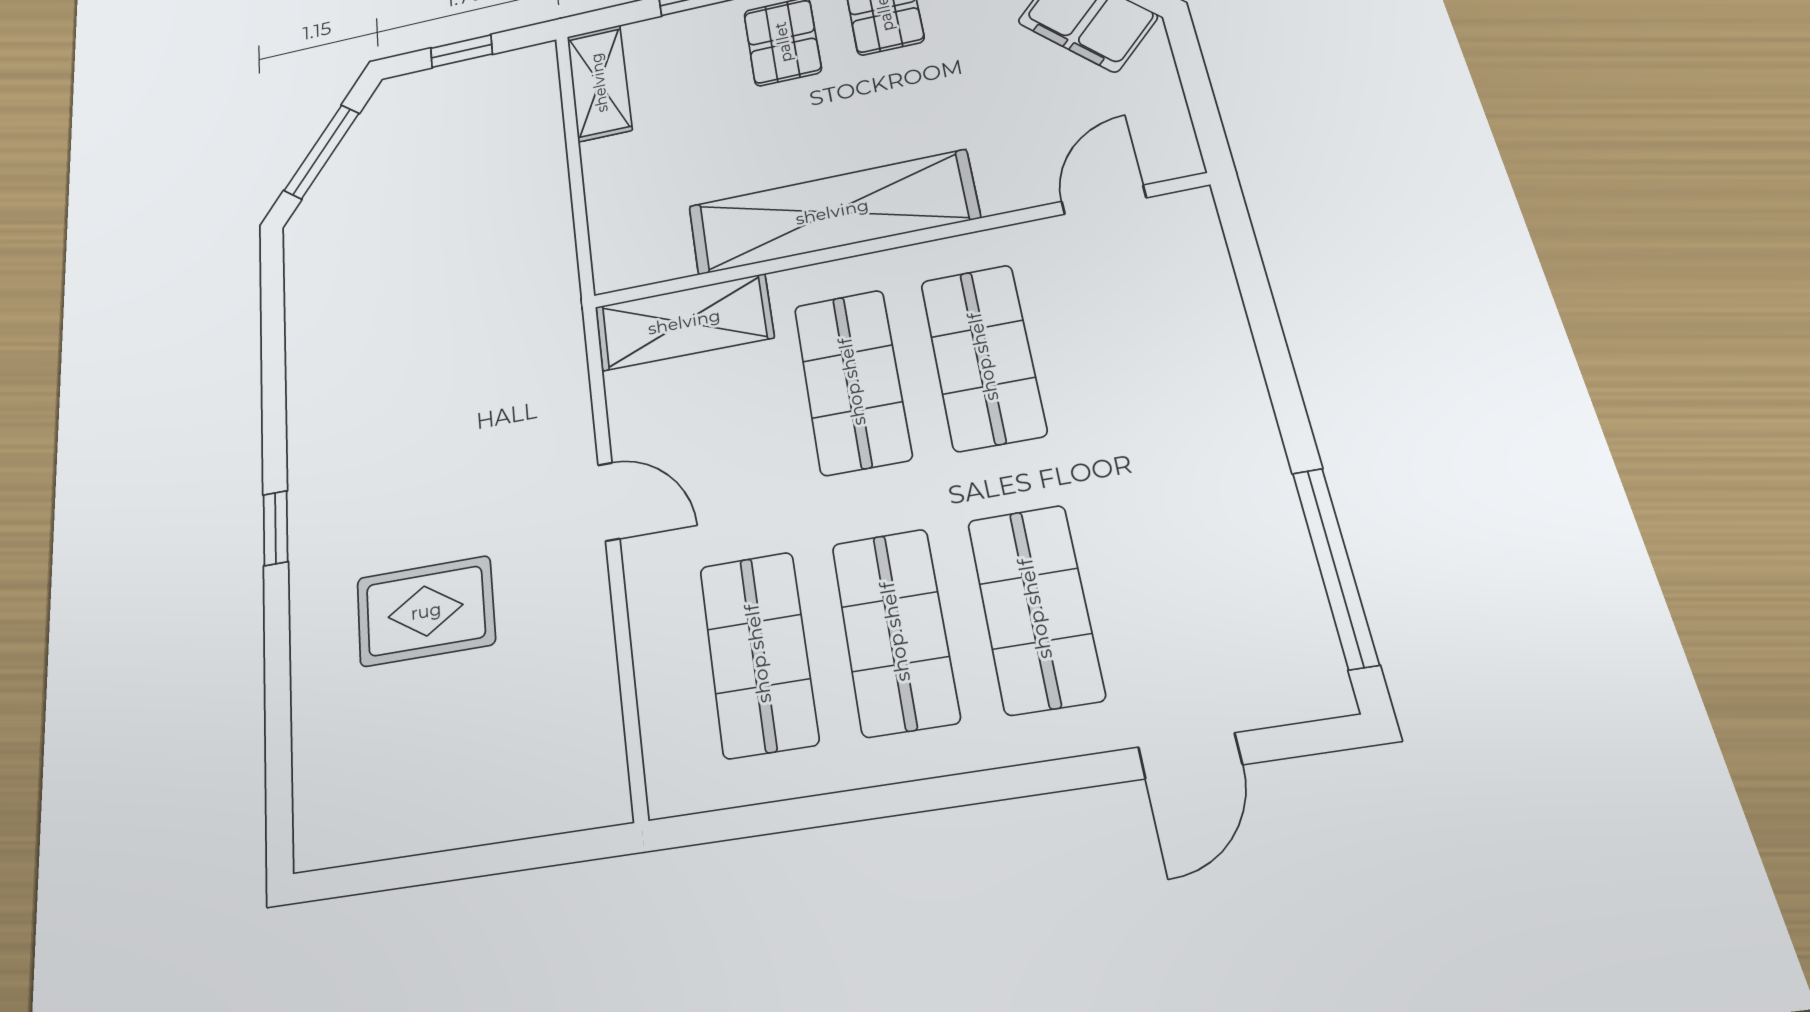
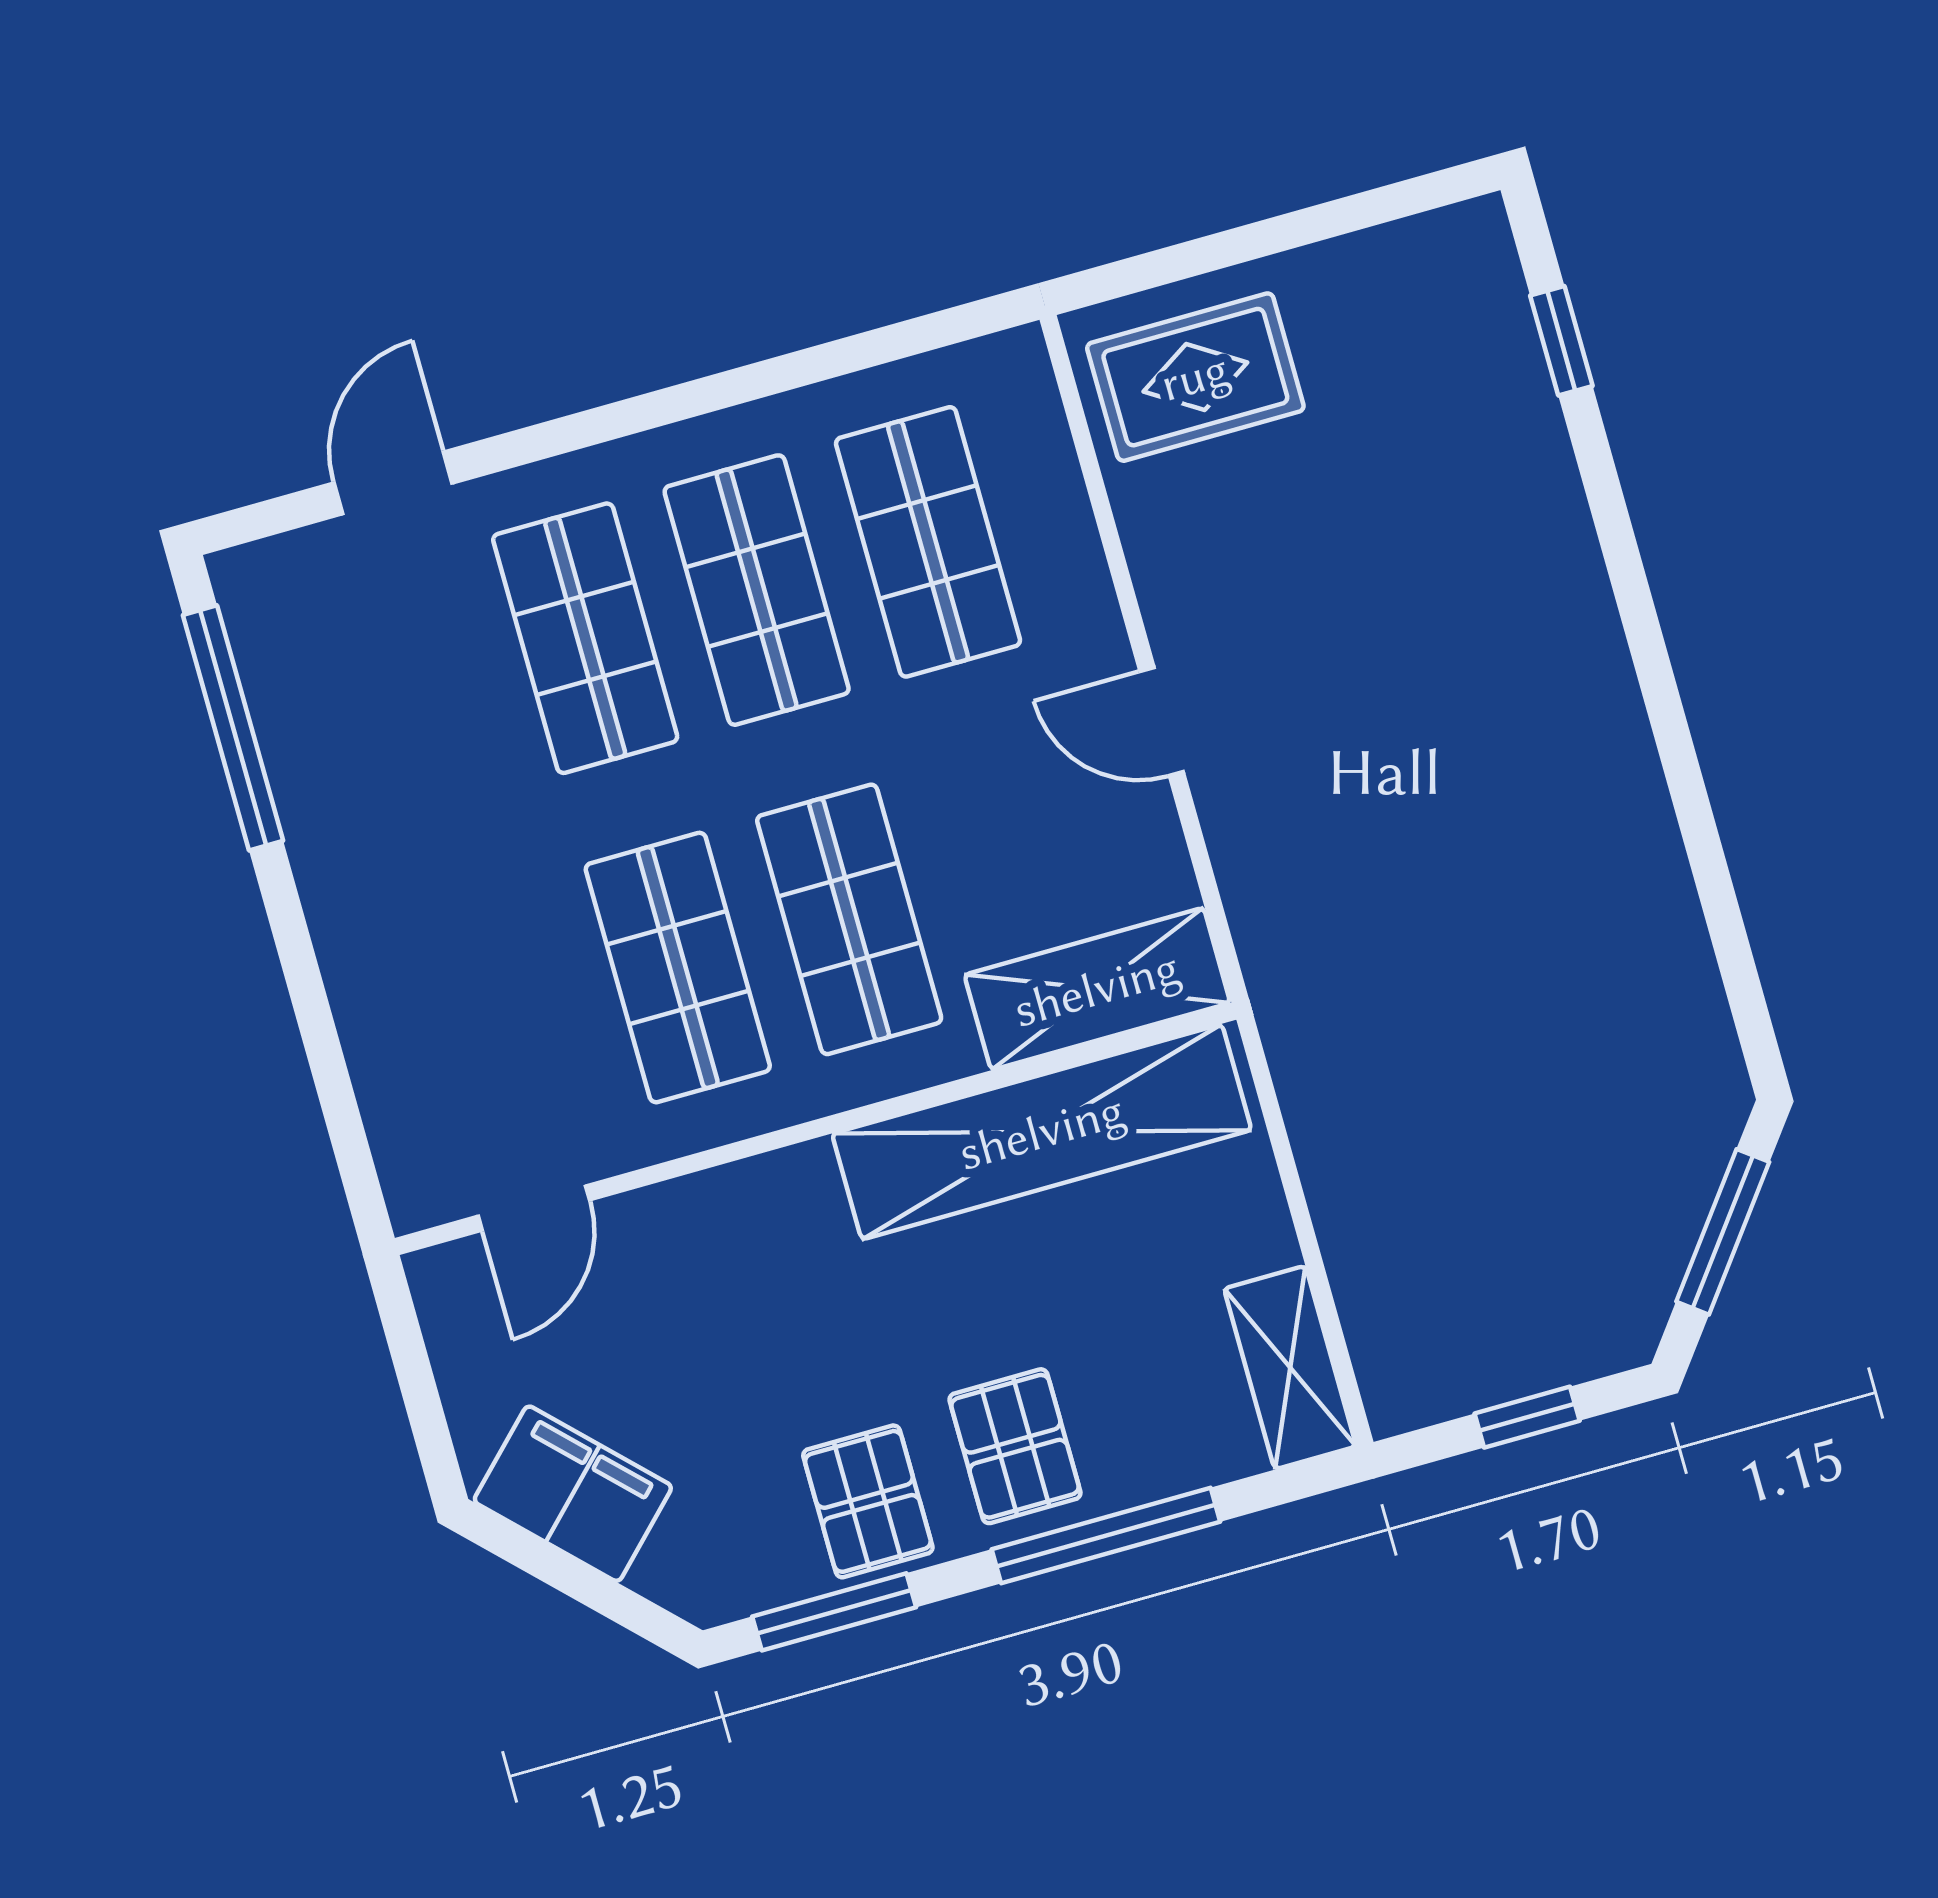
shelving: (832, 212) -> (1042, 1132), moved
window: (275, 528) -> (1561, 341), moved
rug: (426, 611) -> (1195, 377), moved

